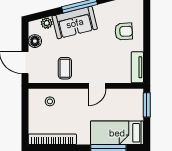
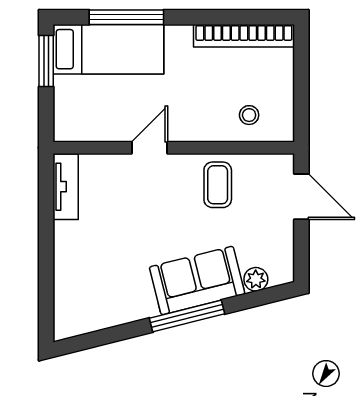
armchair: (124, 31) -> (94, 262), removed
floor lamp: (35, 41) -> (281, 242), removed
window: (147, 105) -> (46, 61), moved

